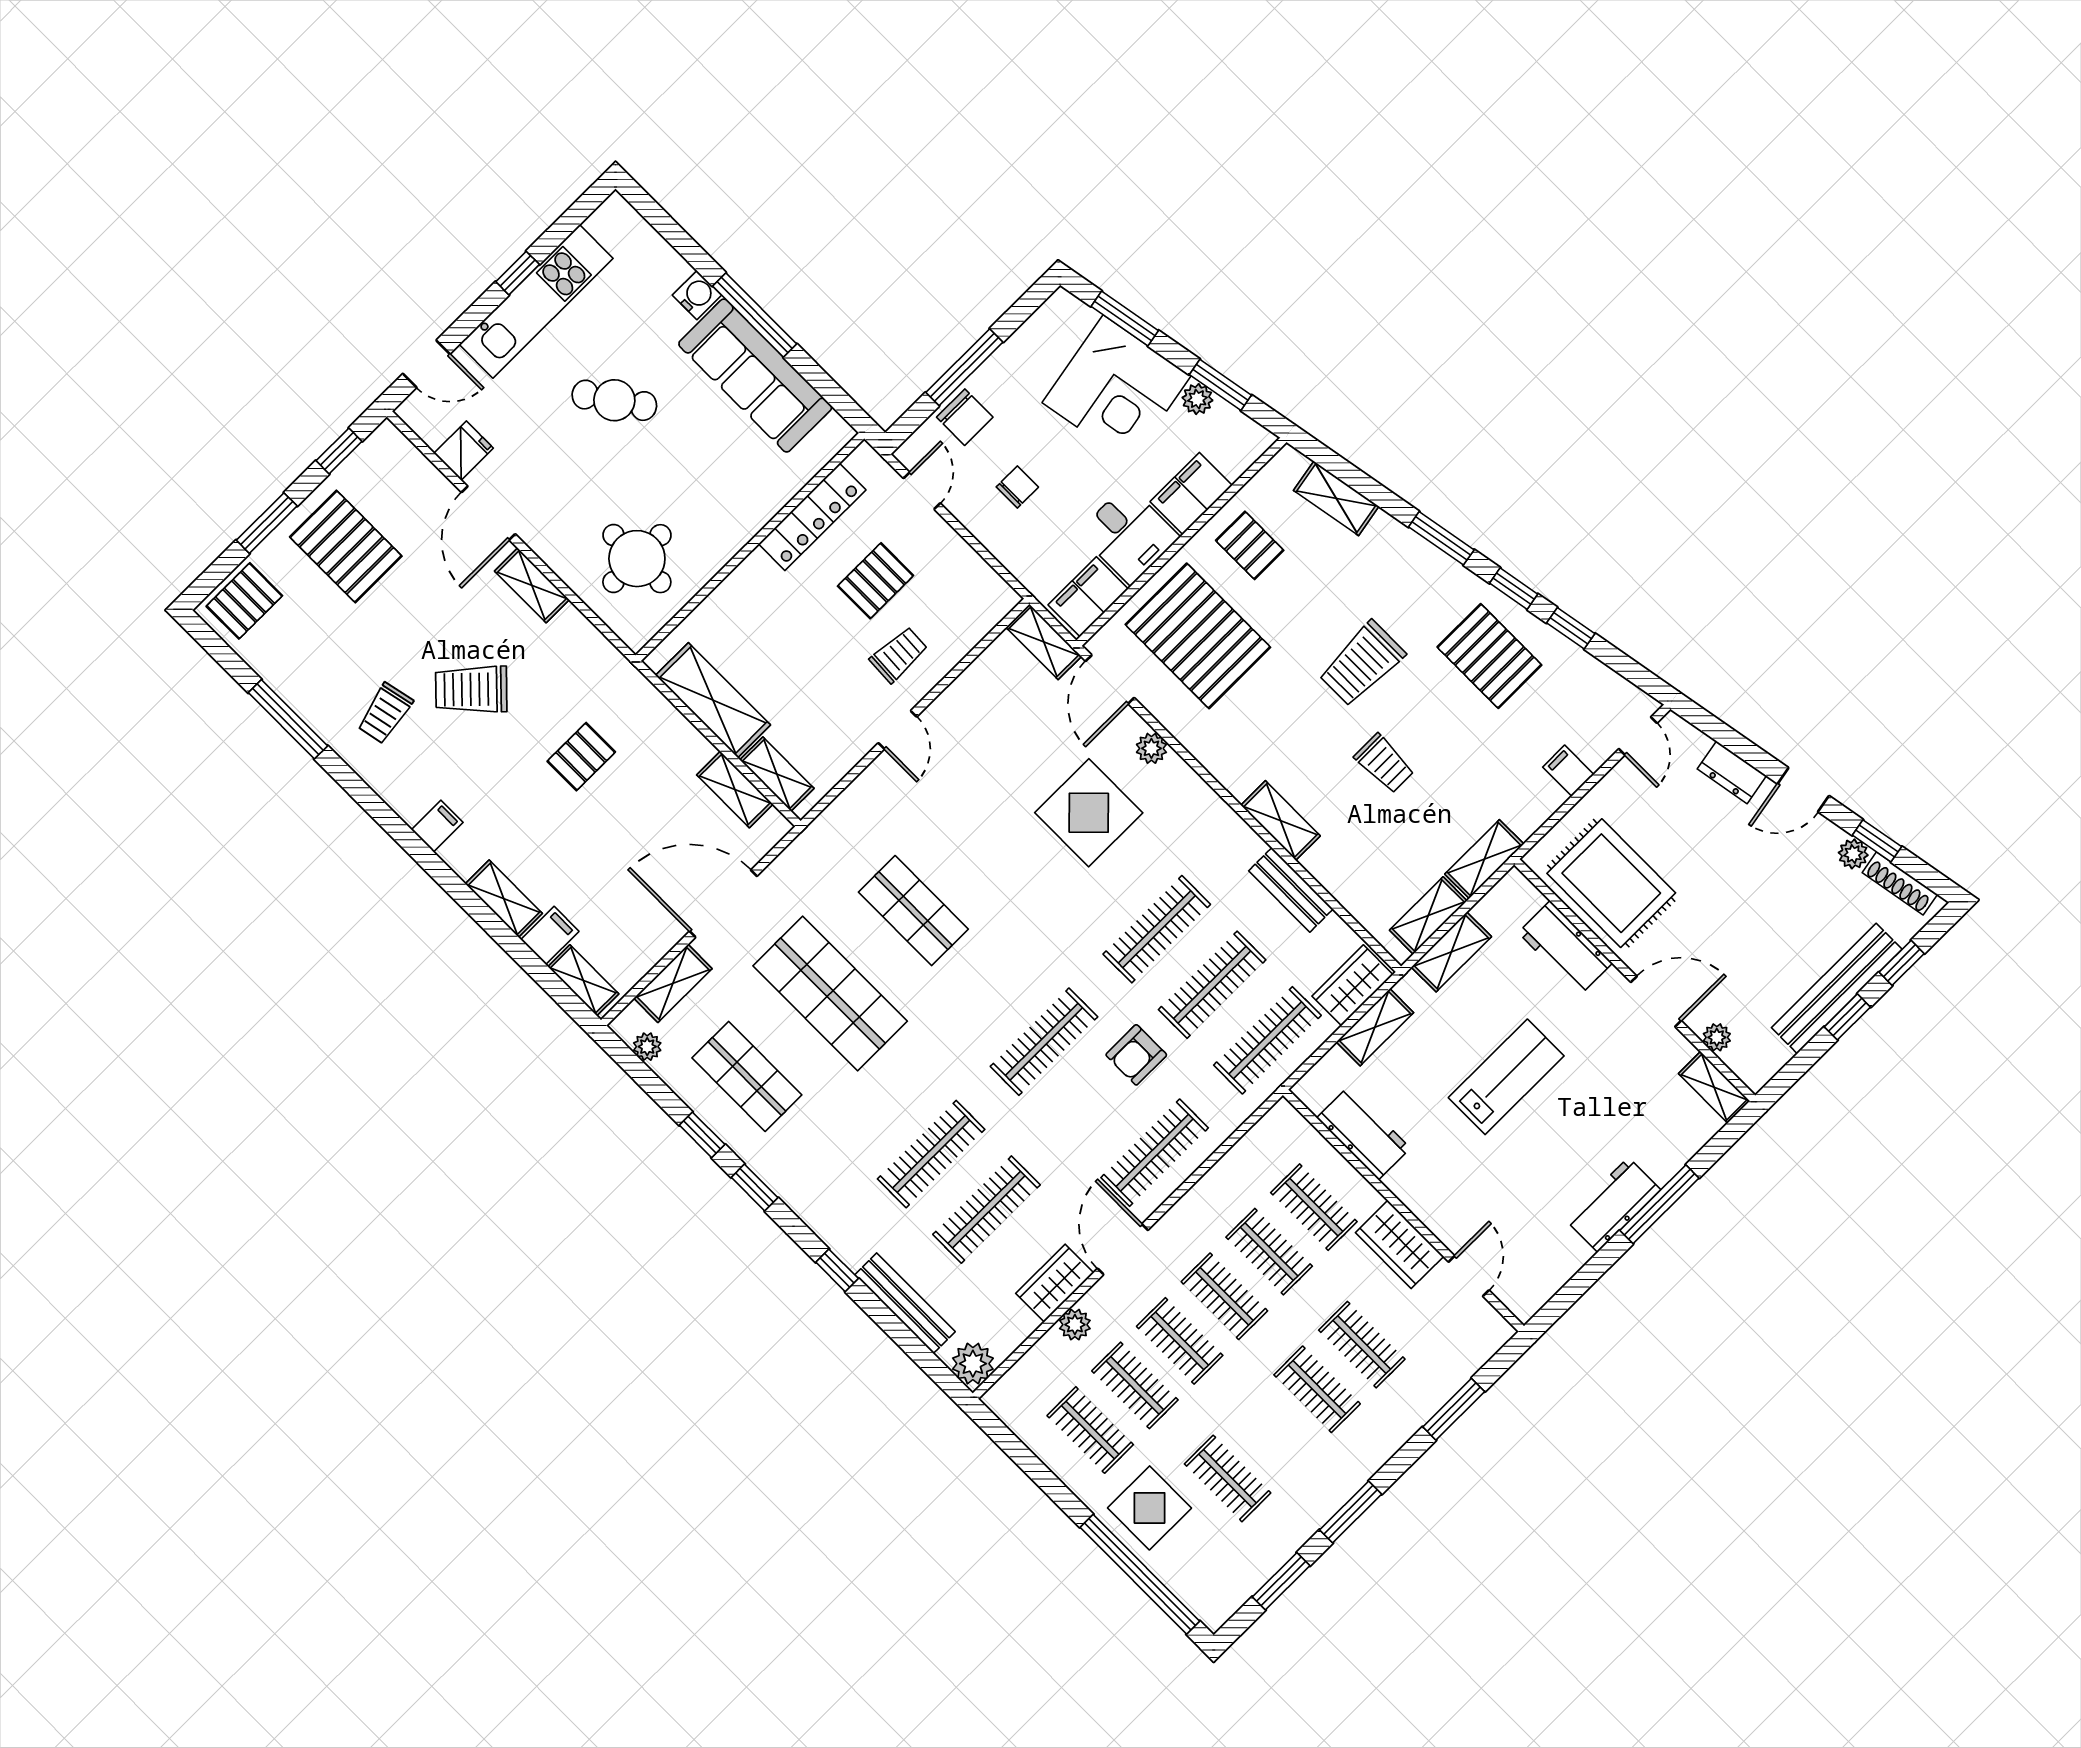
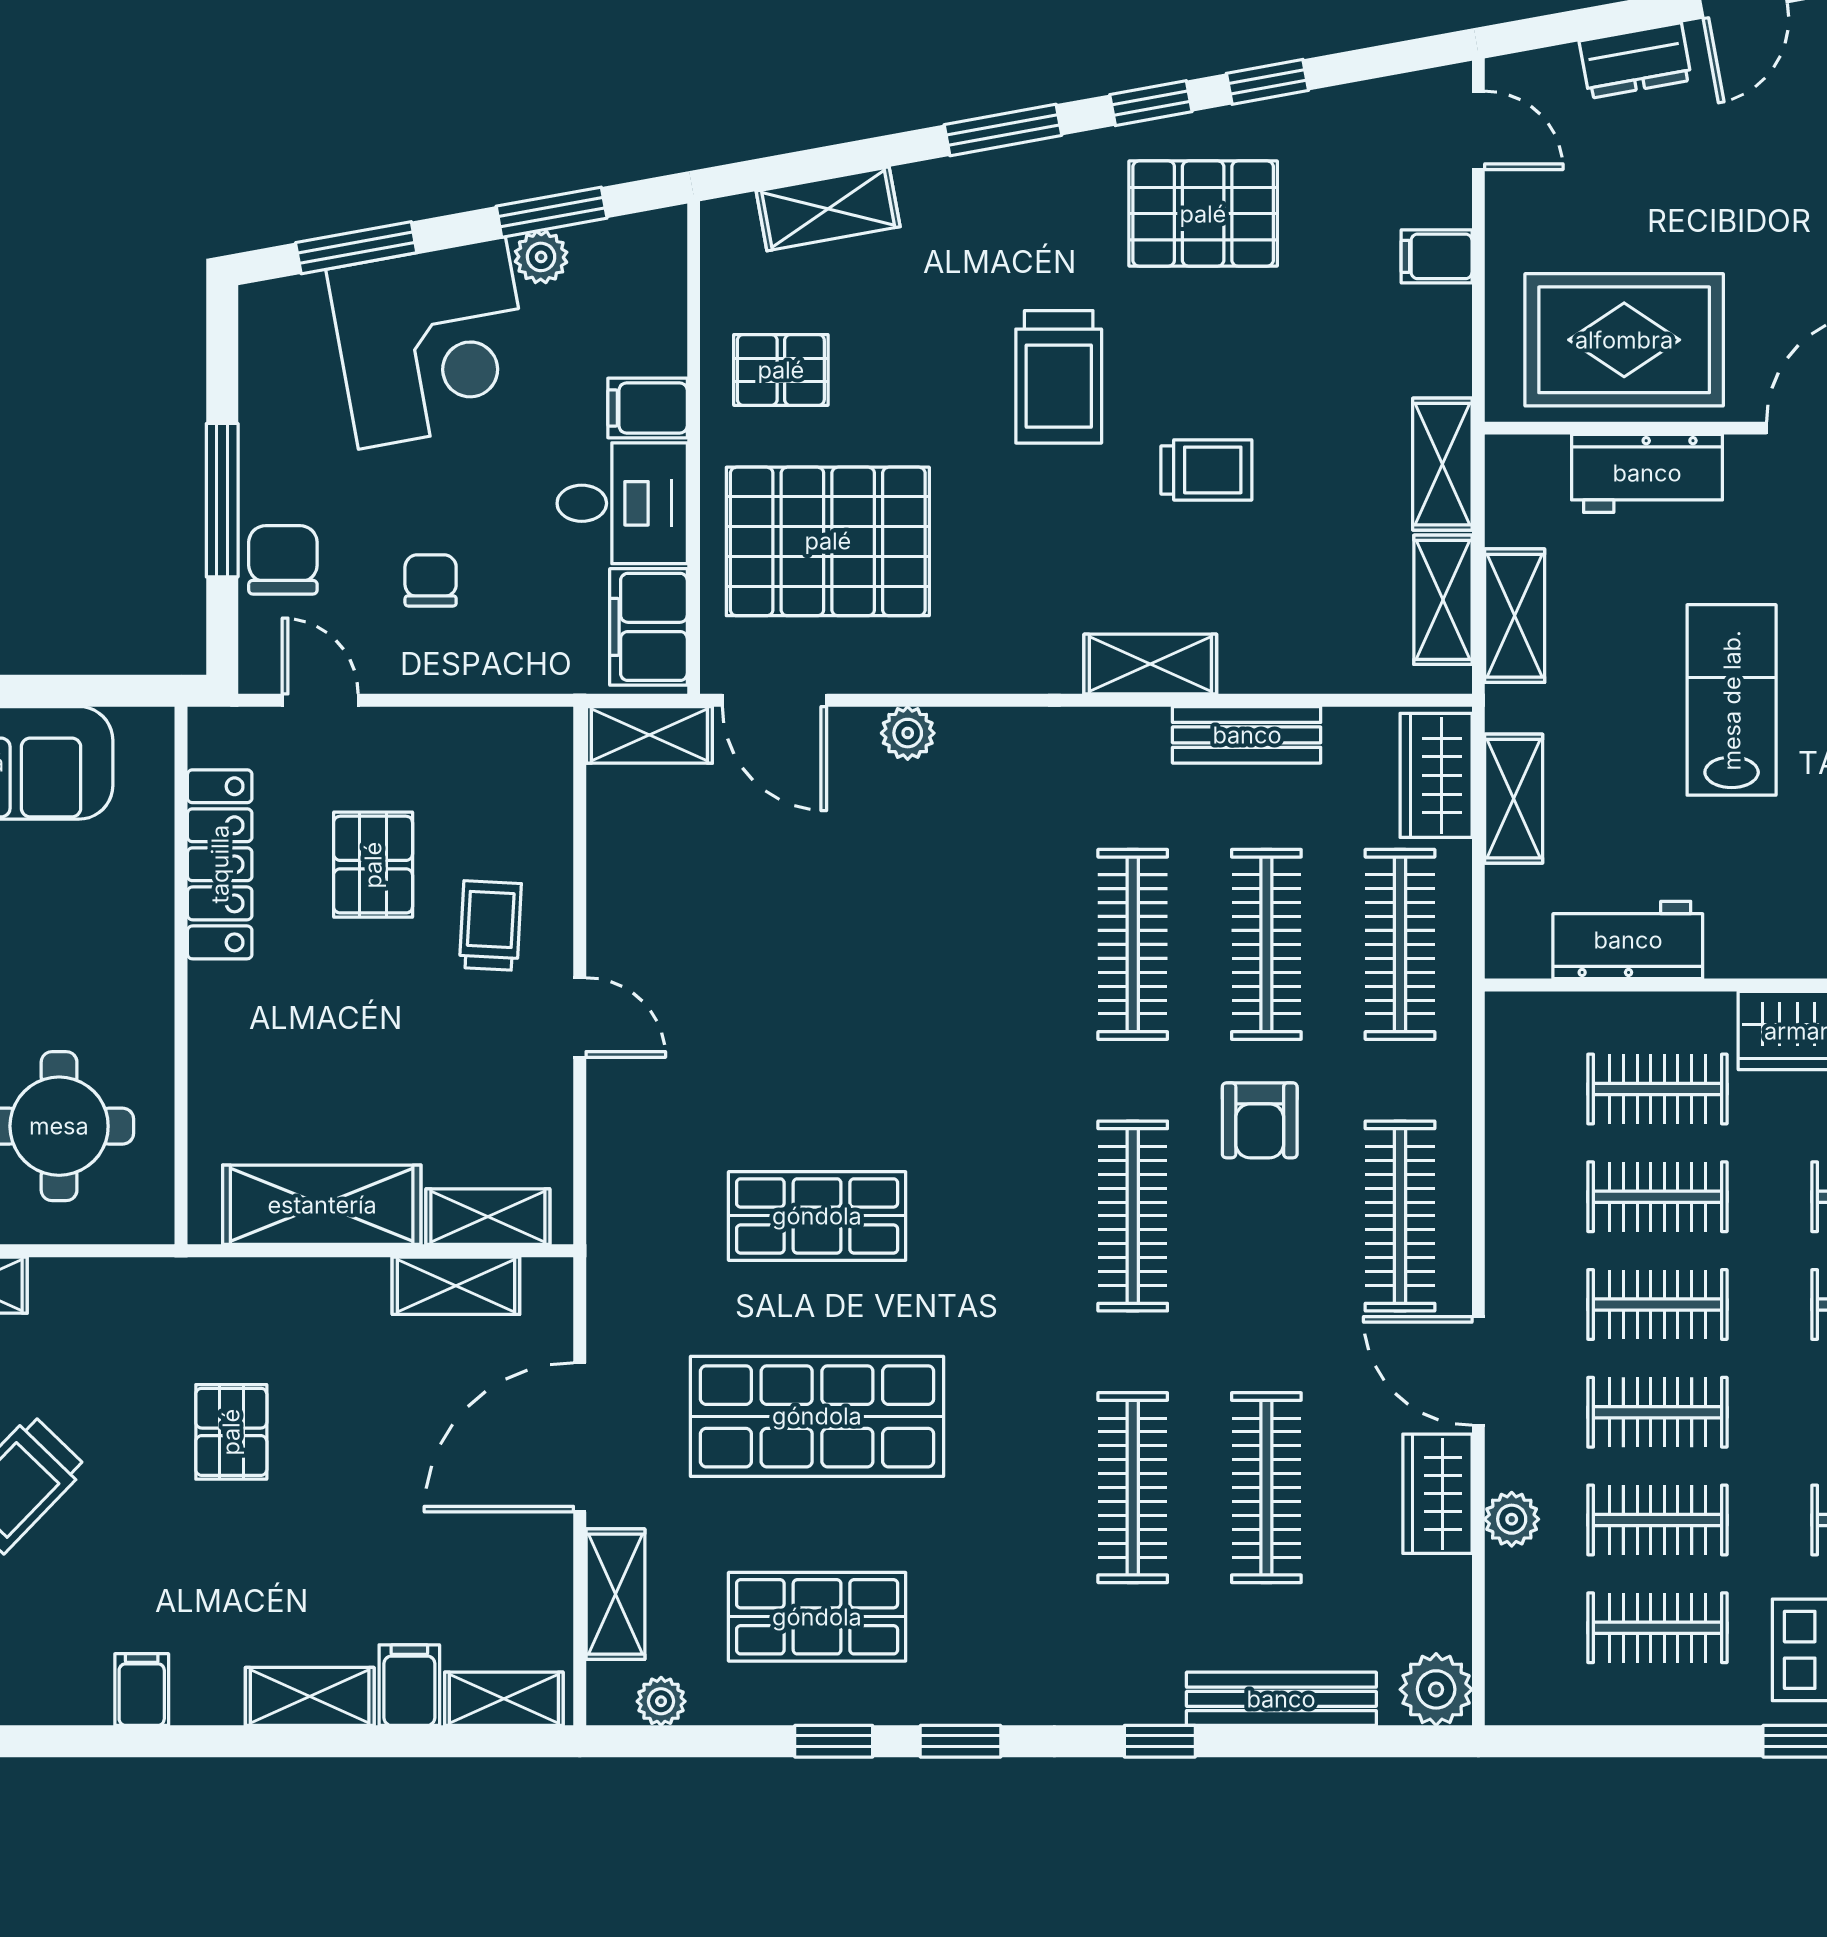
chair: (965, 417) -> (283, 560), turned -90
filing cabinet: (1191, 493) -> (648, 408), width x0.50
display table: (1089, 813) -> (910, 886), removed

